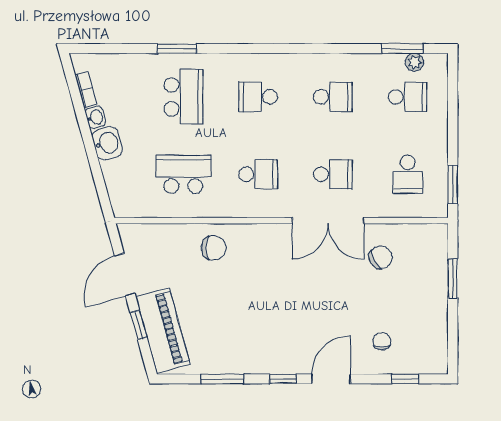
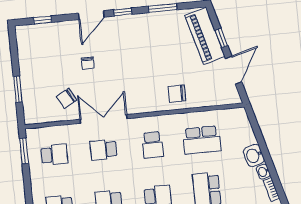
school desk: (258, 174) -> (153, 145), turned -90
school desk: (408, 174) -> (54, 155), turned 90
chair: (382, 341) -> (88, 63), moved

